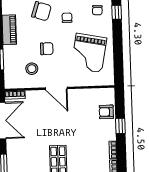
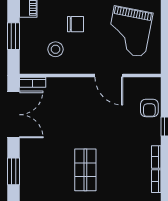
door: (56, 88) -> (109, 76), moved
armchair: (106, 112) -> (149, 108), turned -90

